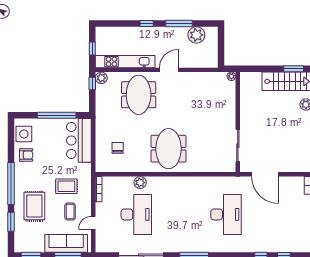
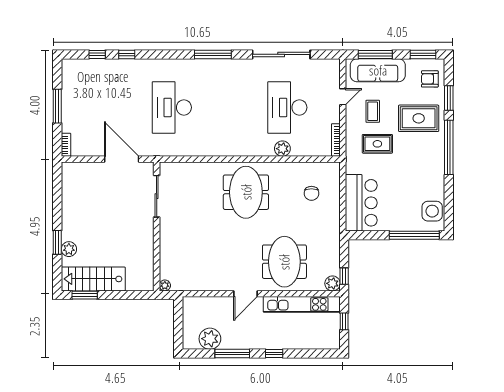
window: (57, 115) -> (414, 235), moved
armchair: (26, 155) -> (430, 79), moved
rug: (34, 206) -> (419, 118), turned 90

